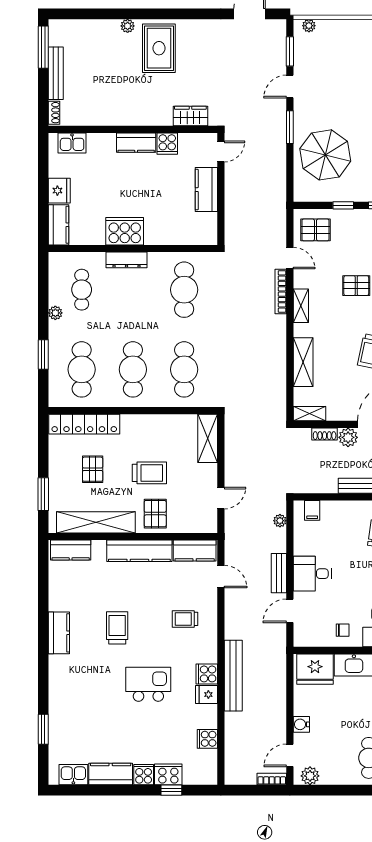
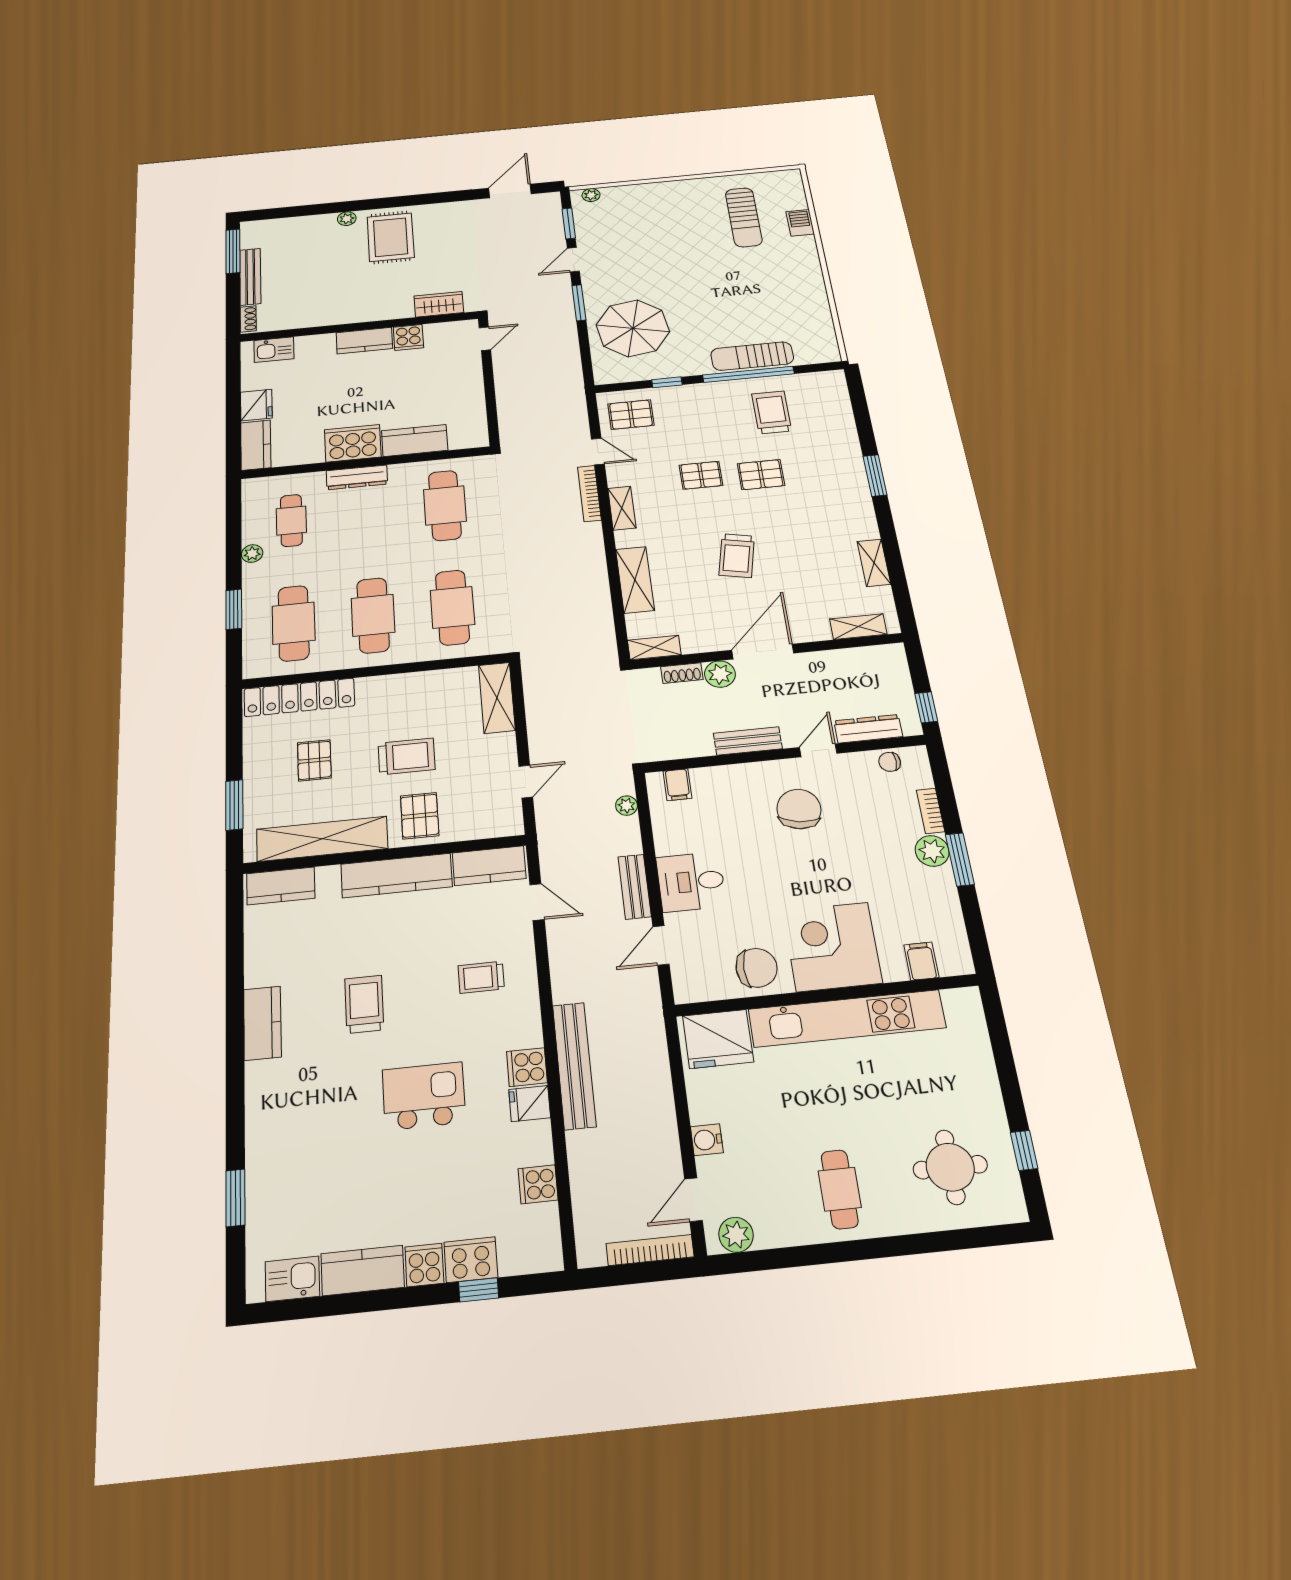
kitchen counter: (206, 190) -> (415, 441), moved, turned 90
chair: (343, 630) -> (757, 968), width x1.87, depth x1.87
bookcase: (272, 779) -> (650, 1250), width x1.56

